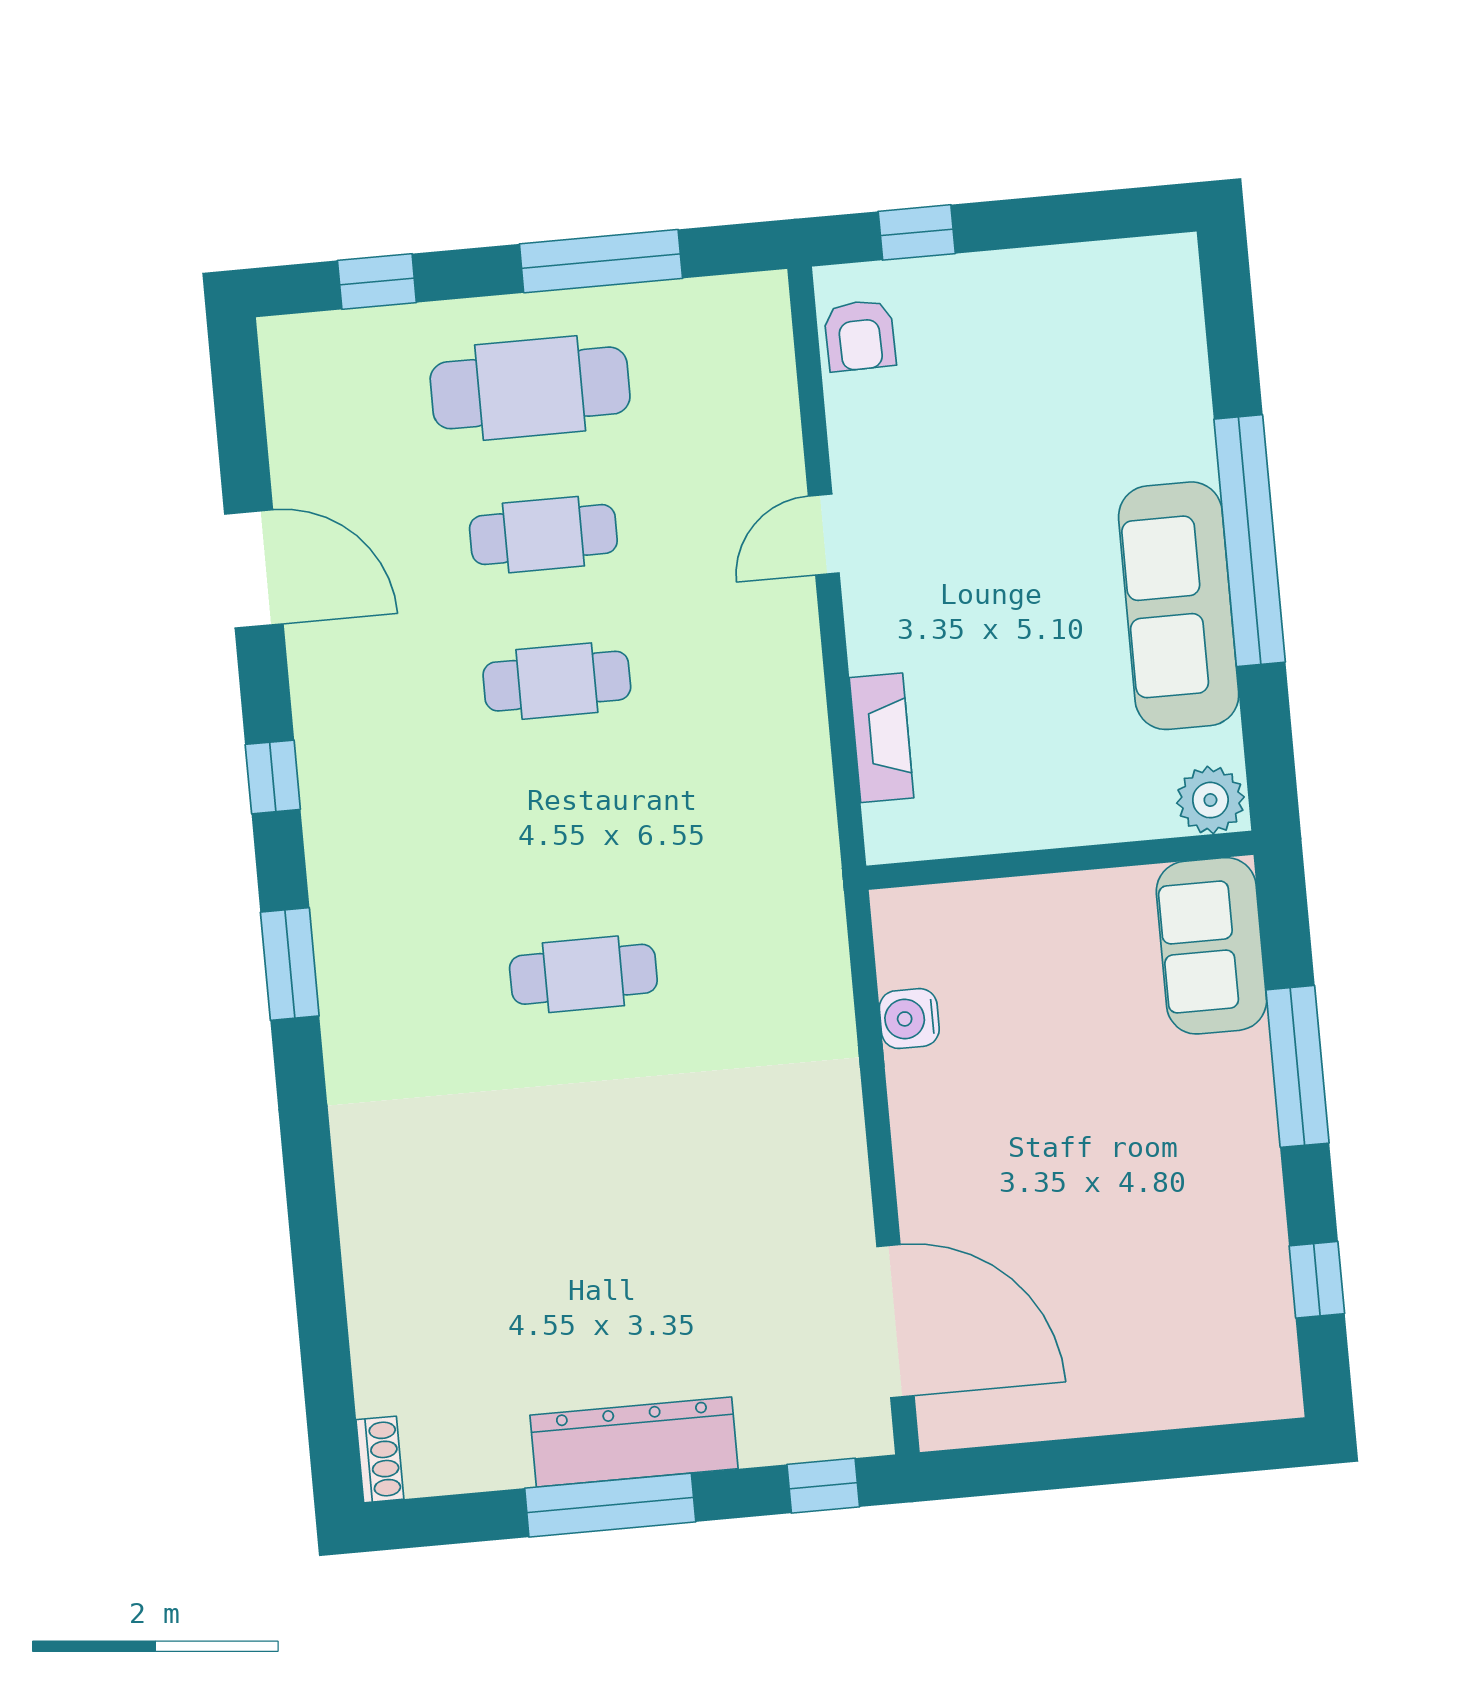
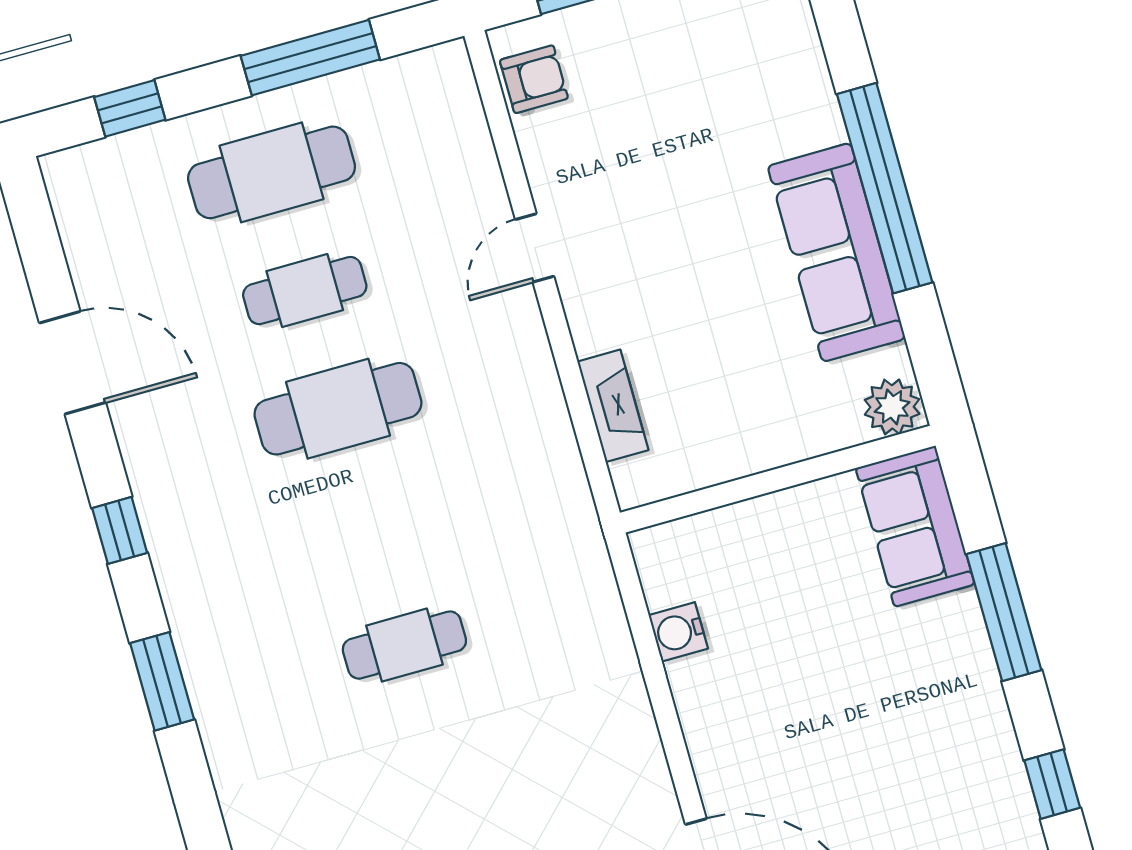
armchair: (860, 335) -> (534, 79), turned -89
cafe table: (557, 681) -> (338, 409), width x1.37, depth x1.35

